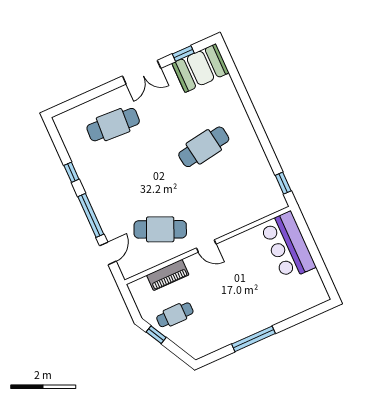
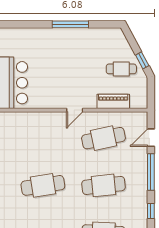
cafe table: (137, 177) -> (104, 185), added
cafe table: (160, 229) -> (104, 138), turned -36
door: (206, 246) -> (75, 110), swing flipped

